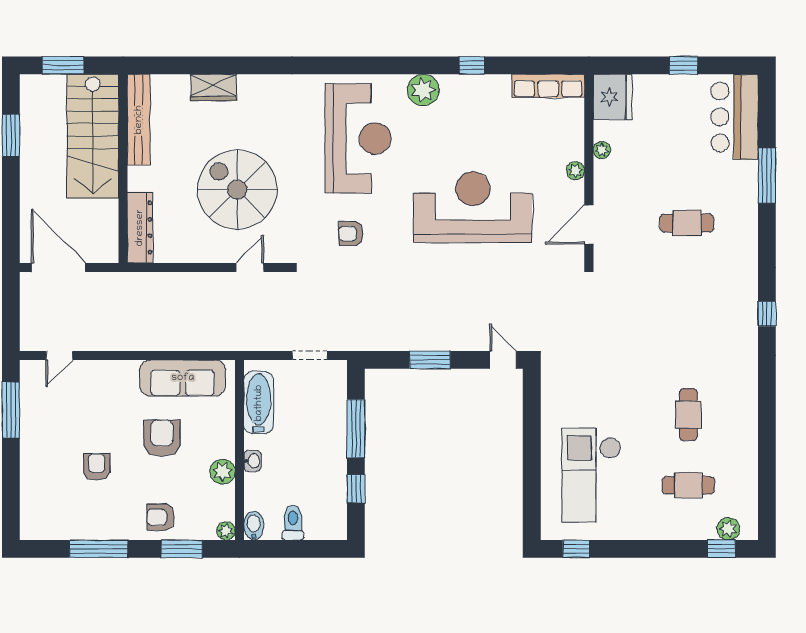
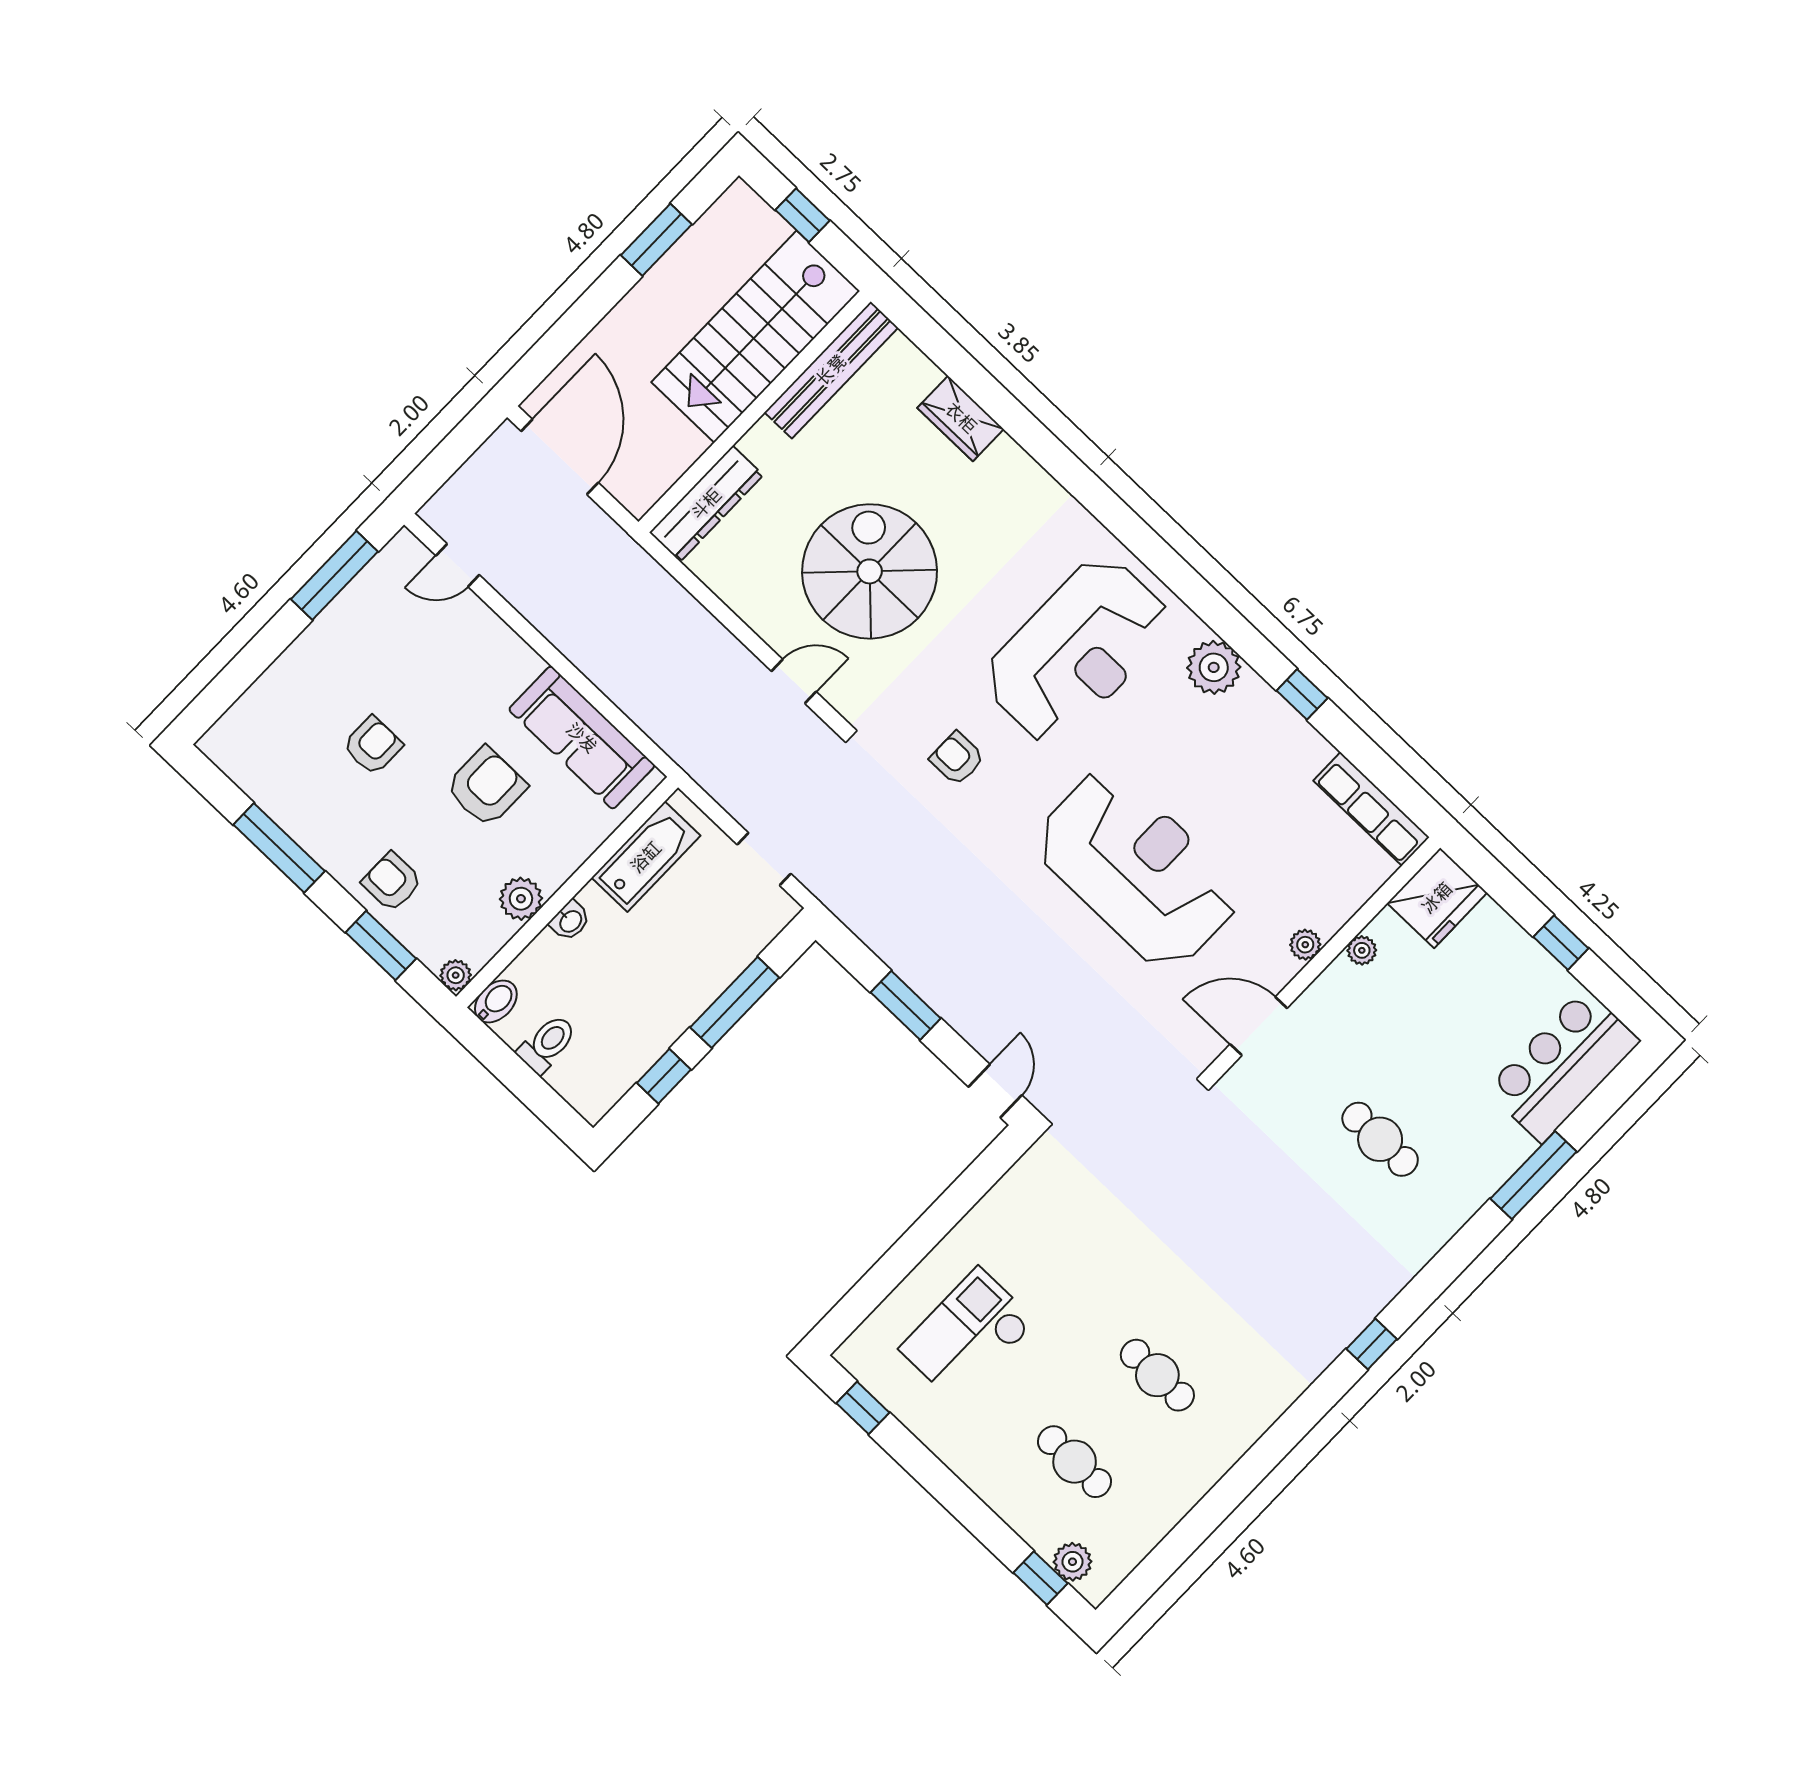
window: (63, 65) -> (803, 215), width x0.67
cafe table: (688, 415) -> (1157, 1375), turned 90
checkout: (591, 475) -> (967, 1335), width x0.73, depth x0.83

